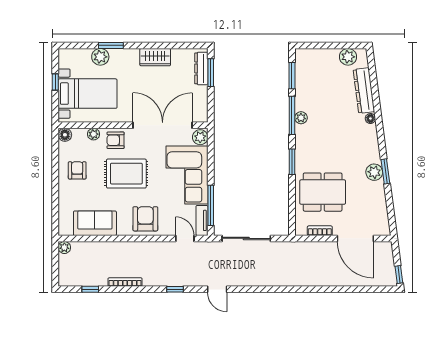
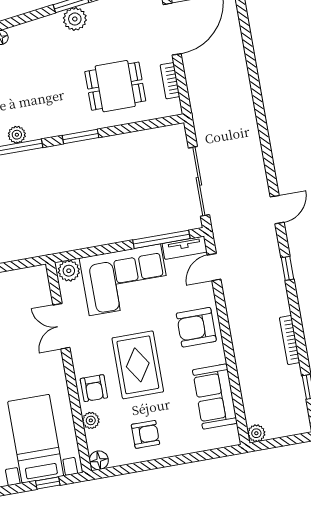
window: (55, 82) -> (48, 483), moved
double door: (163, 125) -> (61, 326), width x0.54
armchair: (77, 170) -> (145, 434), turned 180
dining table: (323, 192) -> (115, 86), width x0.73

